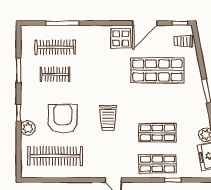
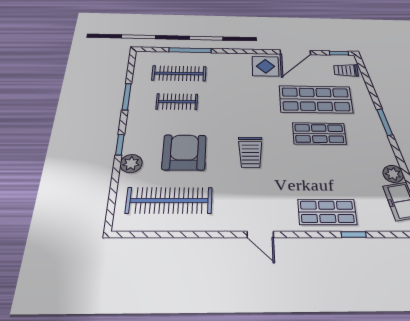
shop shelf: (157, 133) -> (319, 134), moved

